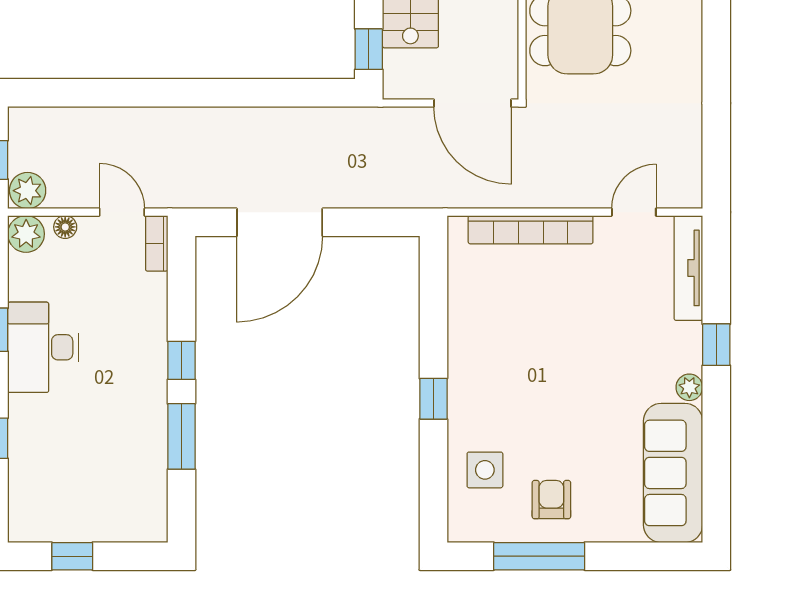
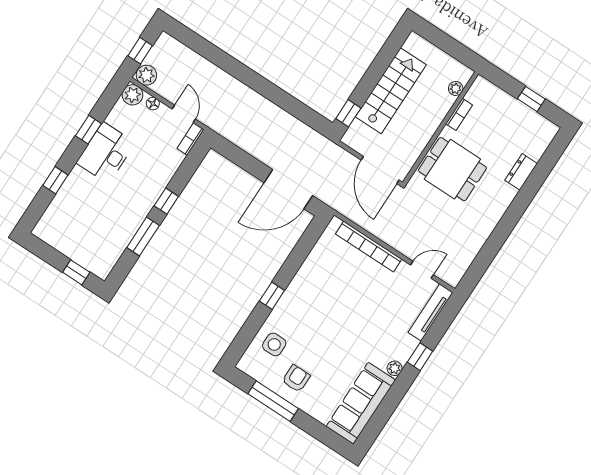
door: (280, 222) -> (288, 189), moved
window: (72, 556) -> (76, 272), moved

